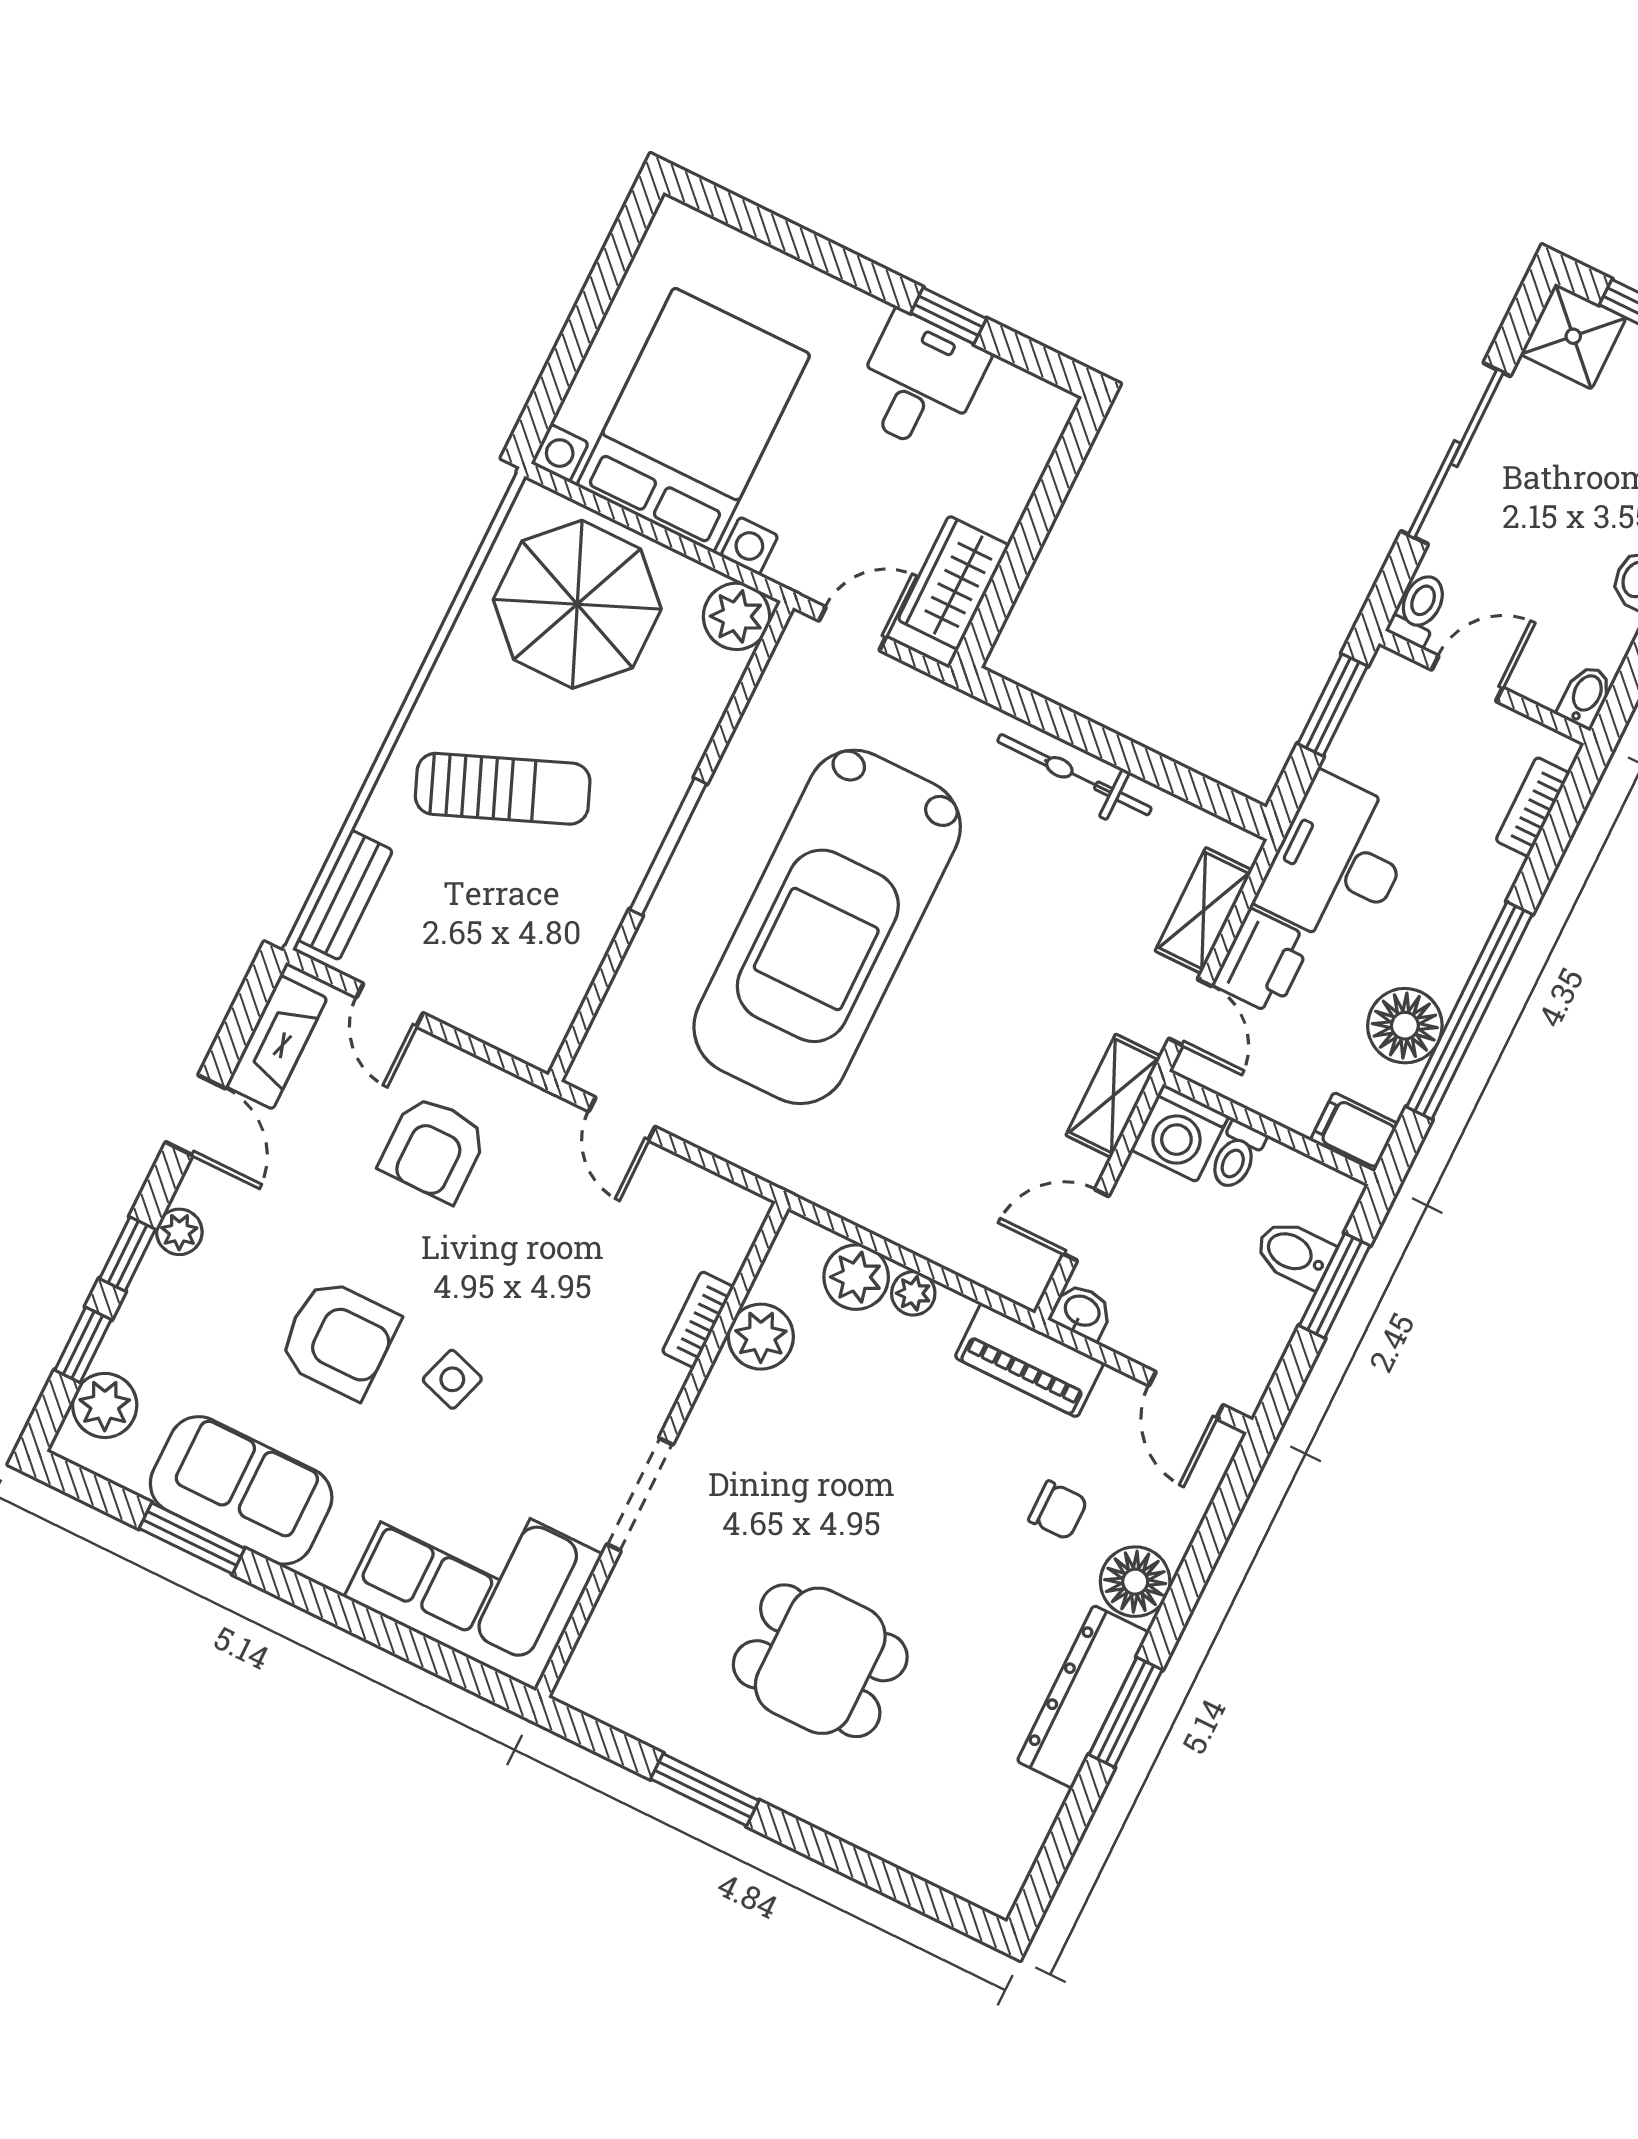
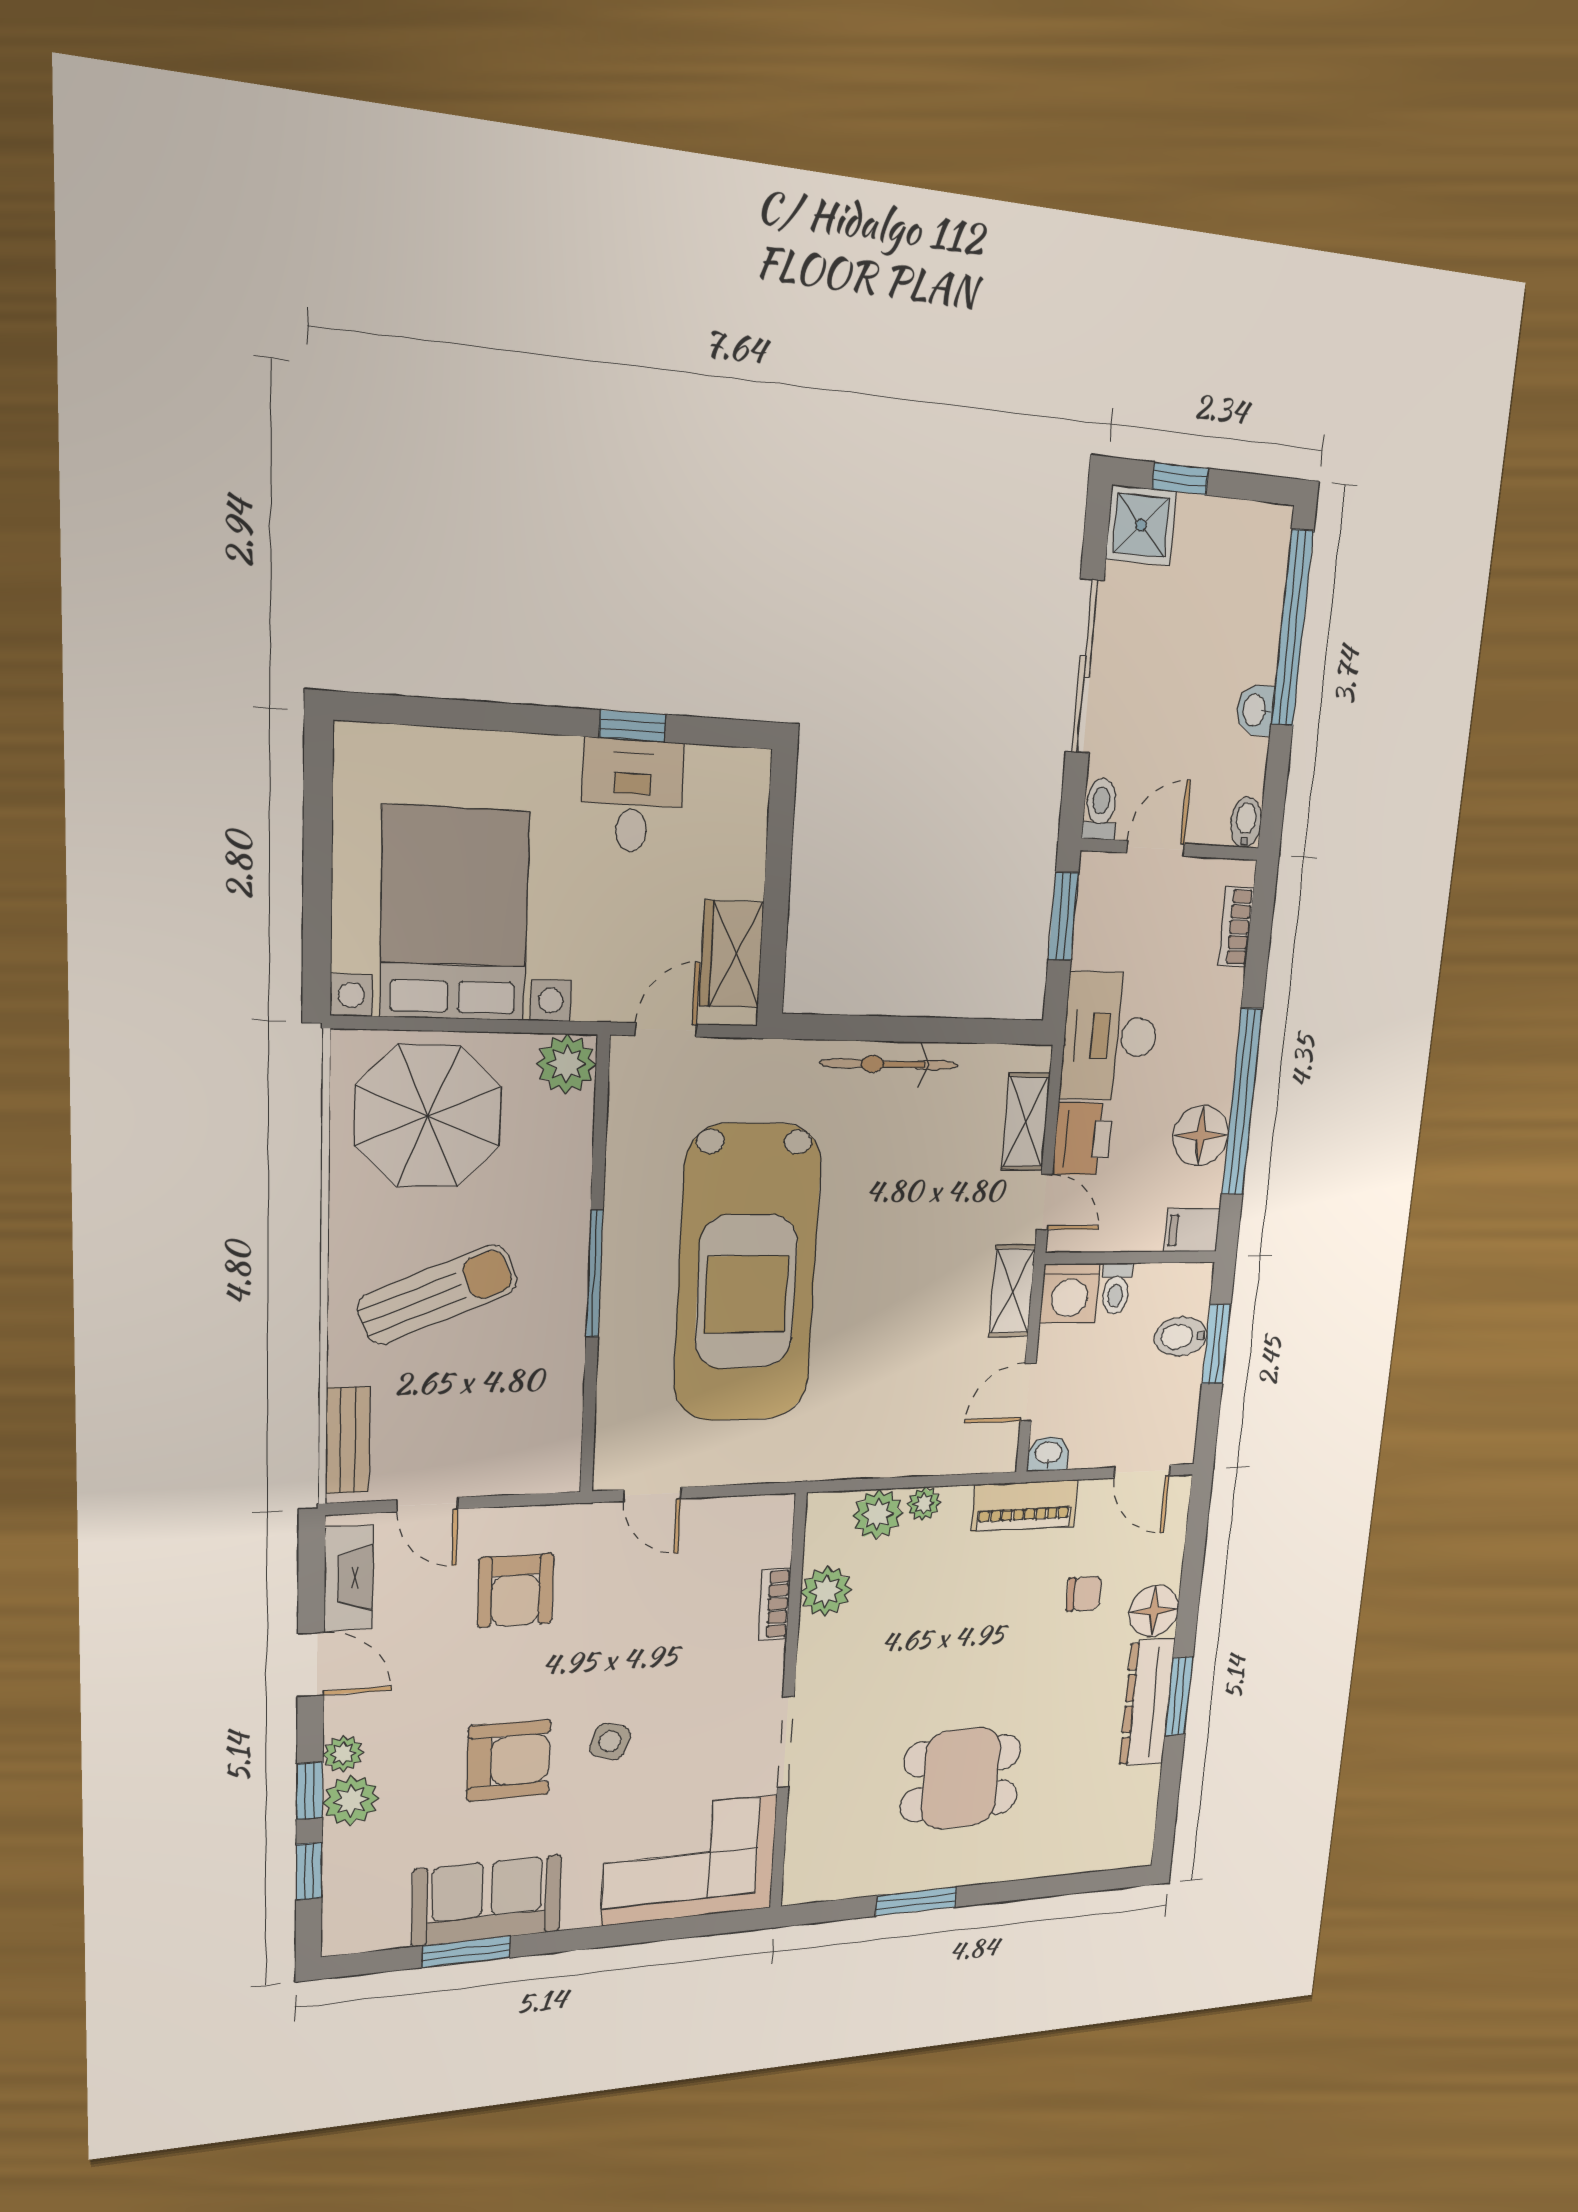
plant: (105, 1405) -> (351, 1800), moved

